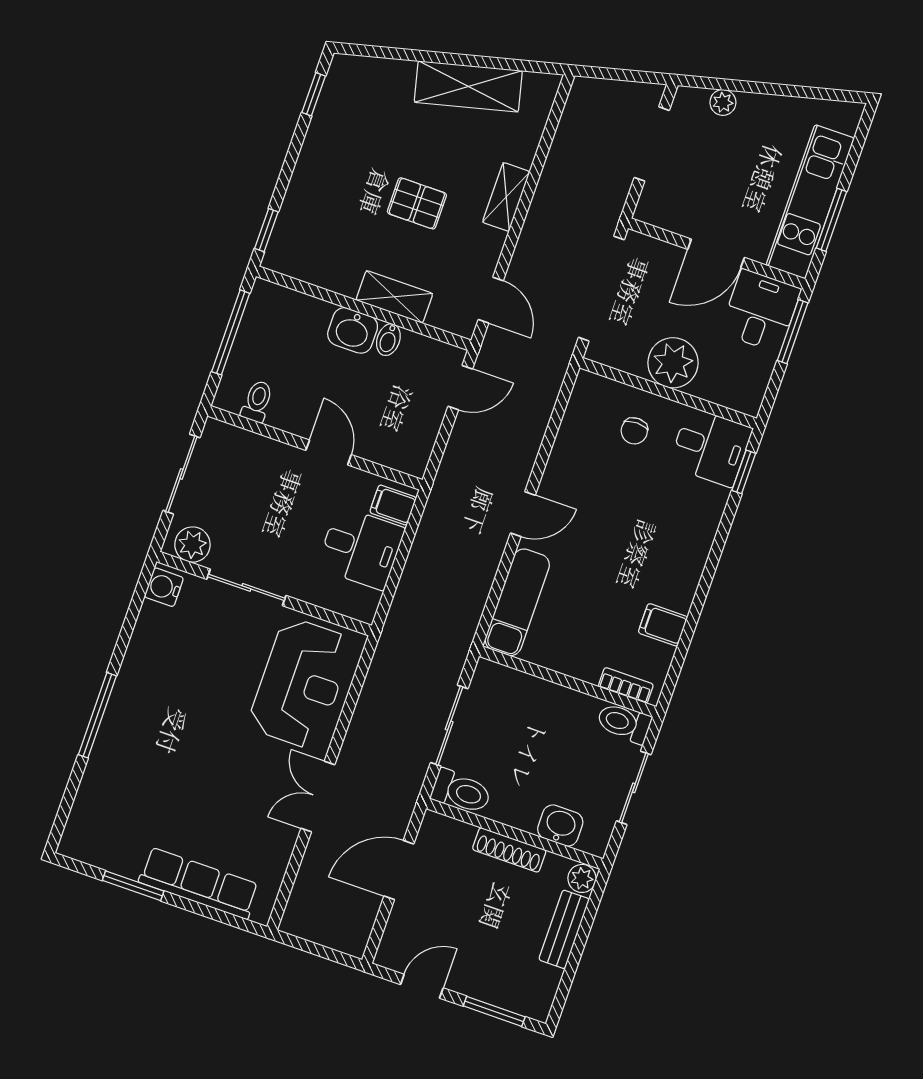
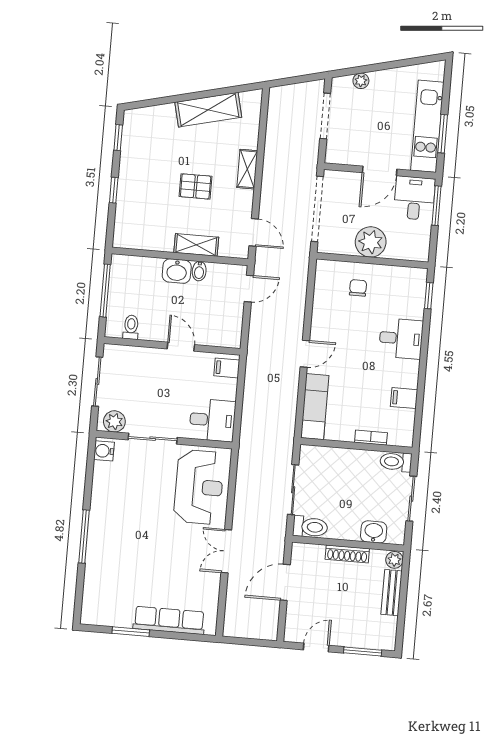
window: (266, 230) -> (114, 190), moved
chair: (634, 431) -> (358, 288), turned 180
desk: (711, 447) -> (401, 339), moved
desk: (361, 548) -> (212, 420), moved
bookcase: (626, 685) -> (371, 438), moved

